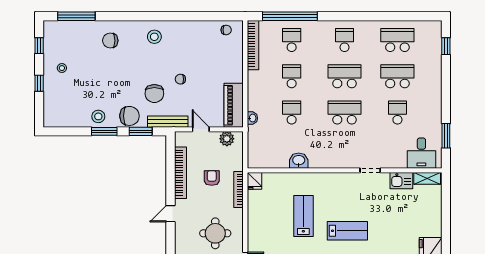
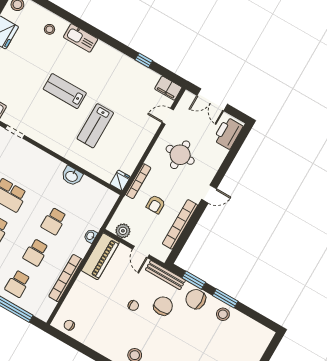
bookcase: (253, 45) -> (66, 278), moved

